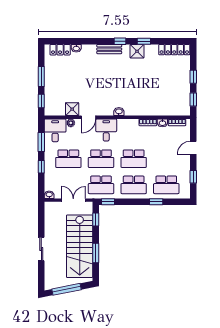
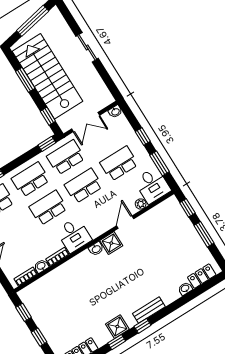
shower: (72, 109) -> (111, 243), moved
desk: (106, 130) -> (74, 235), moved

